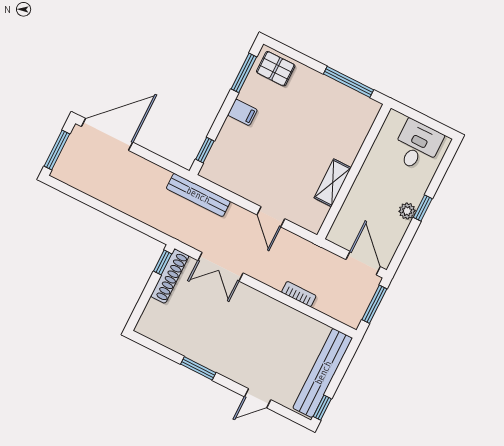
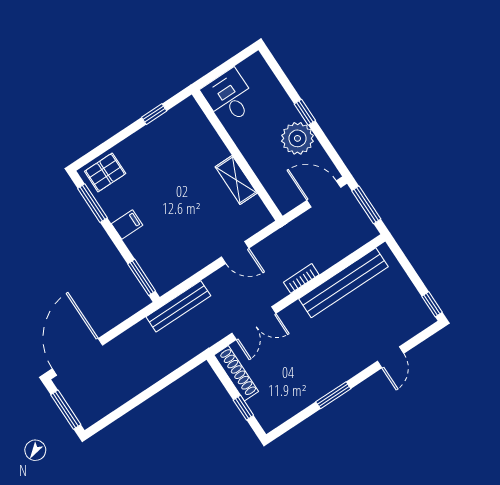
window: (348, 82) -> (154, 114), width x0.46
desk: (417, 146) -> (229, 97), moved
window: (205, 150) -> (142, 277), width x1.50
plant: (407, 211) -> (297, 138), width x1.87, depth x1.87
window: (163, 262) -> (243, 408), moved
bookcase: (299, 294) -> (301, 278), moved
bench: (323, 373) -> (344, 283), moved, turned 90

